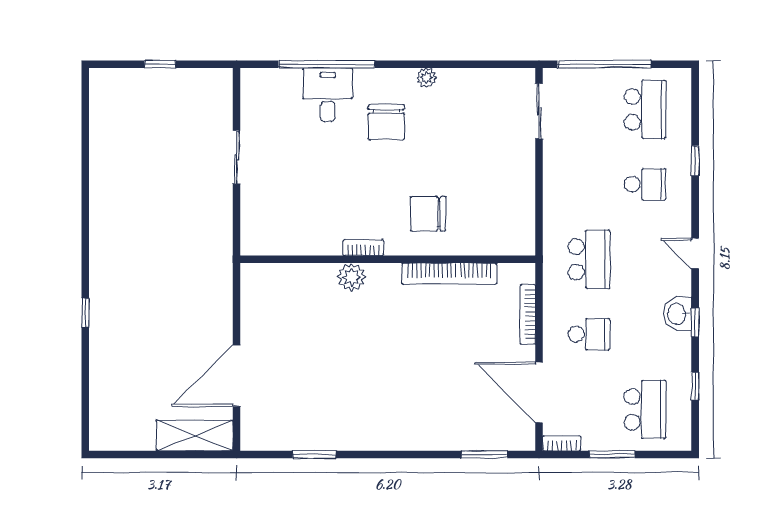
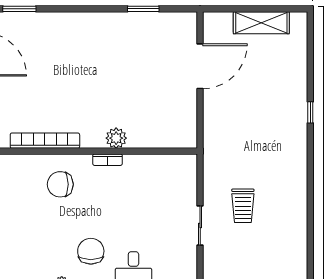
trolley: (178, 184) -> (243, 206), added
chair: (428, 214) -> (60, 184), turned 180
shelving: (195, 435) -> (261, 23), moved

